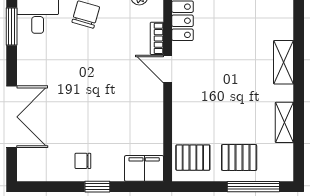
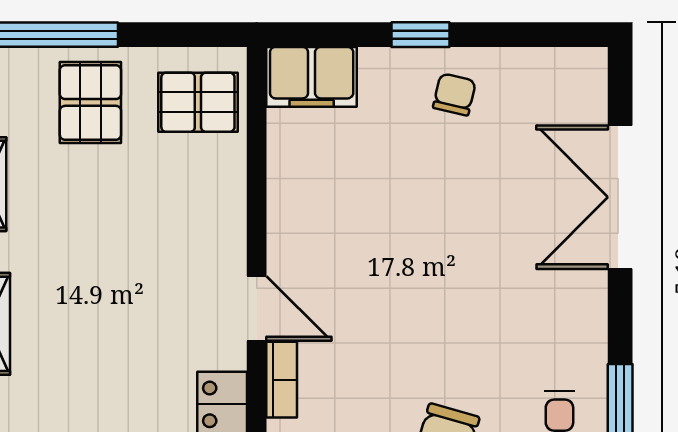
pallet: (239, 157) -> (90, 102), turned 90
chair: (83, 161) -> (454, 94), turned -77

